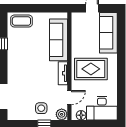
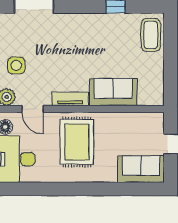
sofa: (108, 33) -> (141, 169), width x0.73
sofa: (58, 40) -> (113, 92), width x0.73

